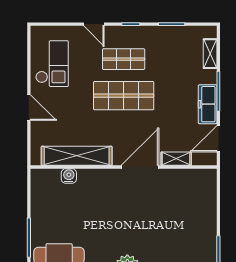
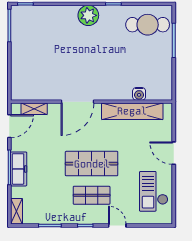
shelving: (210, 54) -> (17, 211), moved
freezer: (208, 104) -> (19, 169), moved
shelving: (176, 159) -> (34, 109), moved

